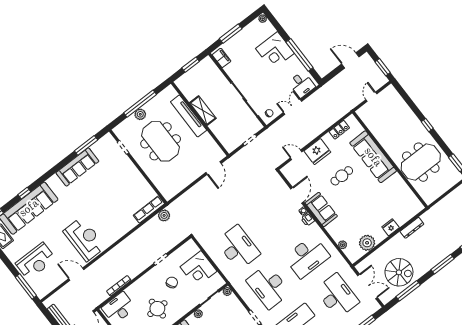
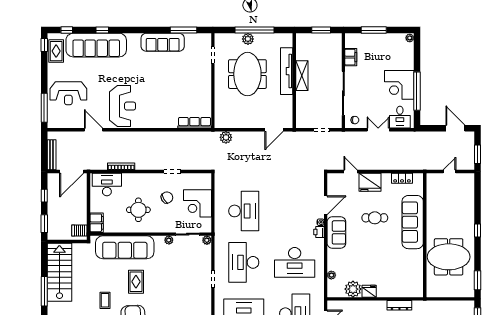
corner desk: (275, 51) -> (399, 85), moved
filing cabinet: (221, 58) -> (351, 57), moved
plant: (164, 215) -> (226, 137), moved
fridge: (391, 227) -> (369, 291), moved

